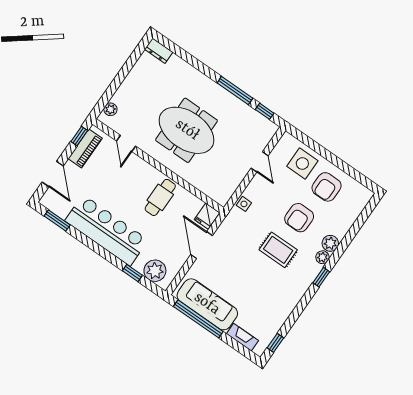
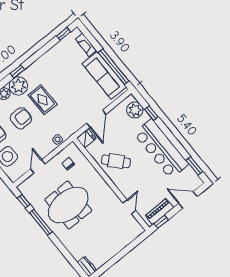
plant: (110, 109) -> (133, 234), removed
meeting table: (187, 130) -> (68, 205), moved, turned 90
door: (53, 174) -> (188, 200), hinge flipped
chair: (221, 177) -> (68, 164), added
cafe table: (160, 197) -> (116, 161), turned 48
plant: (322, 257) -> (18, 86), width x1.87, depth x1.87

